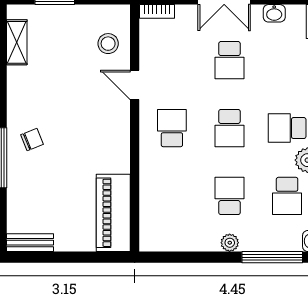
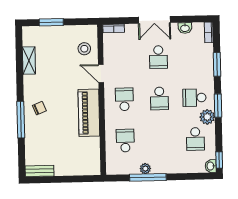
shelving: (17, 42) -> (29, 61), moved
school desk: (229, 196) -> (125, 141), moved
piano: (113, 213) -> (89, 113), moved
plant: (230, 243) -> (145, 169), moved
window: (272, 257) -> (148, 177), moved

